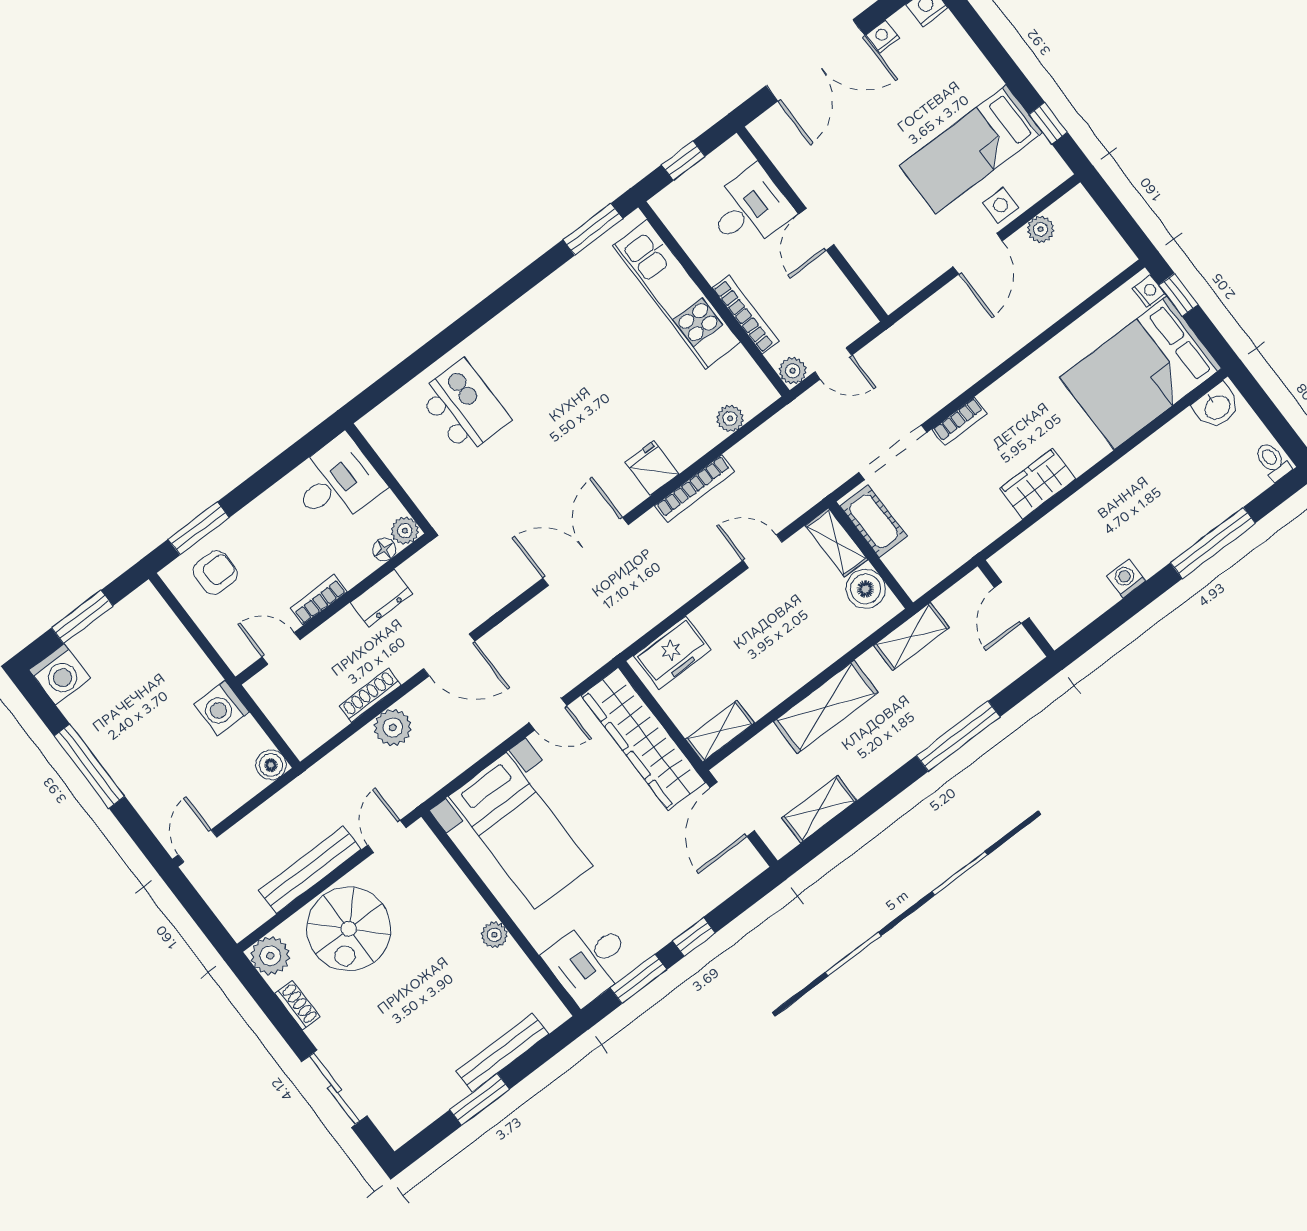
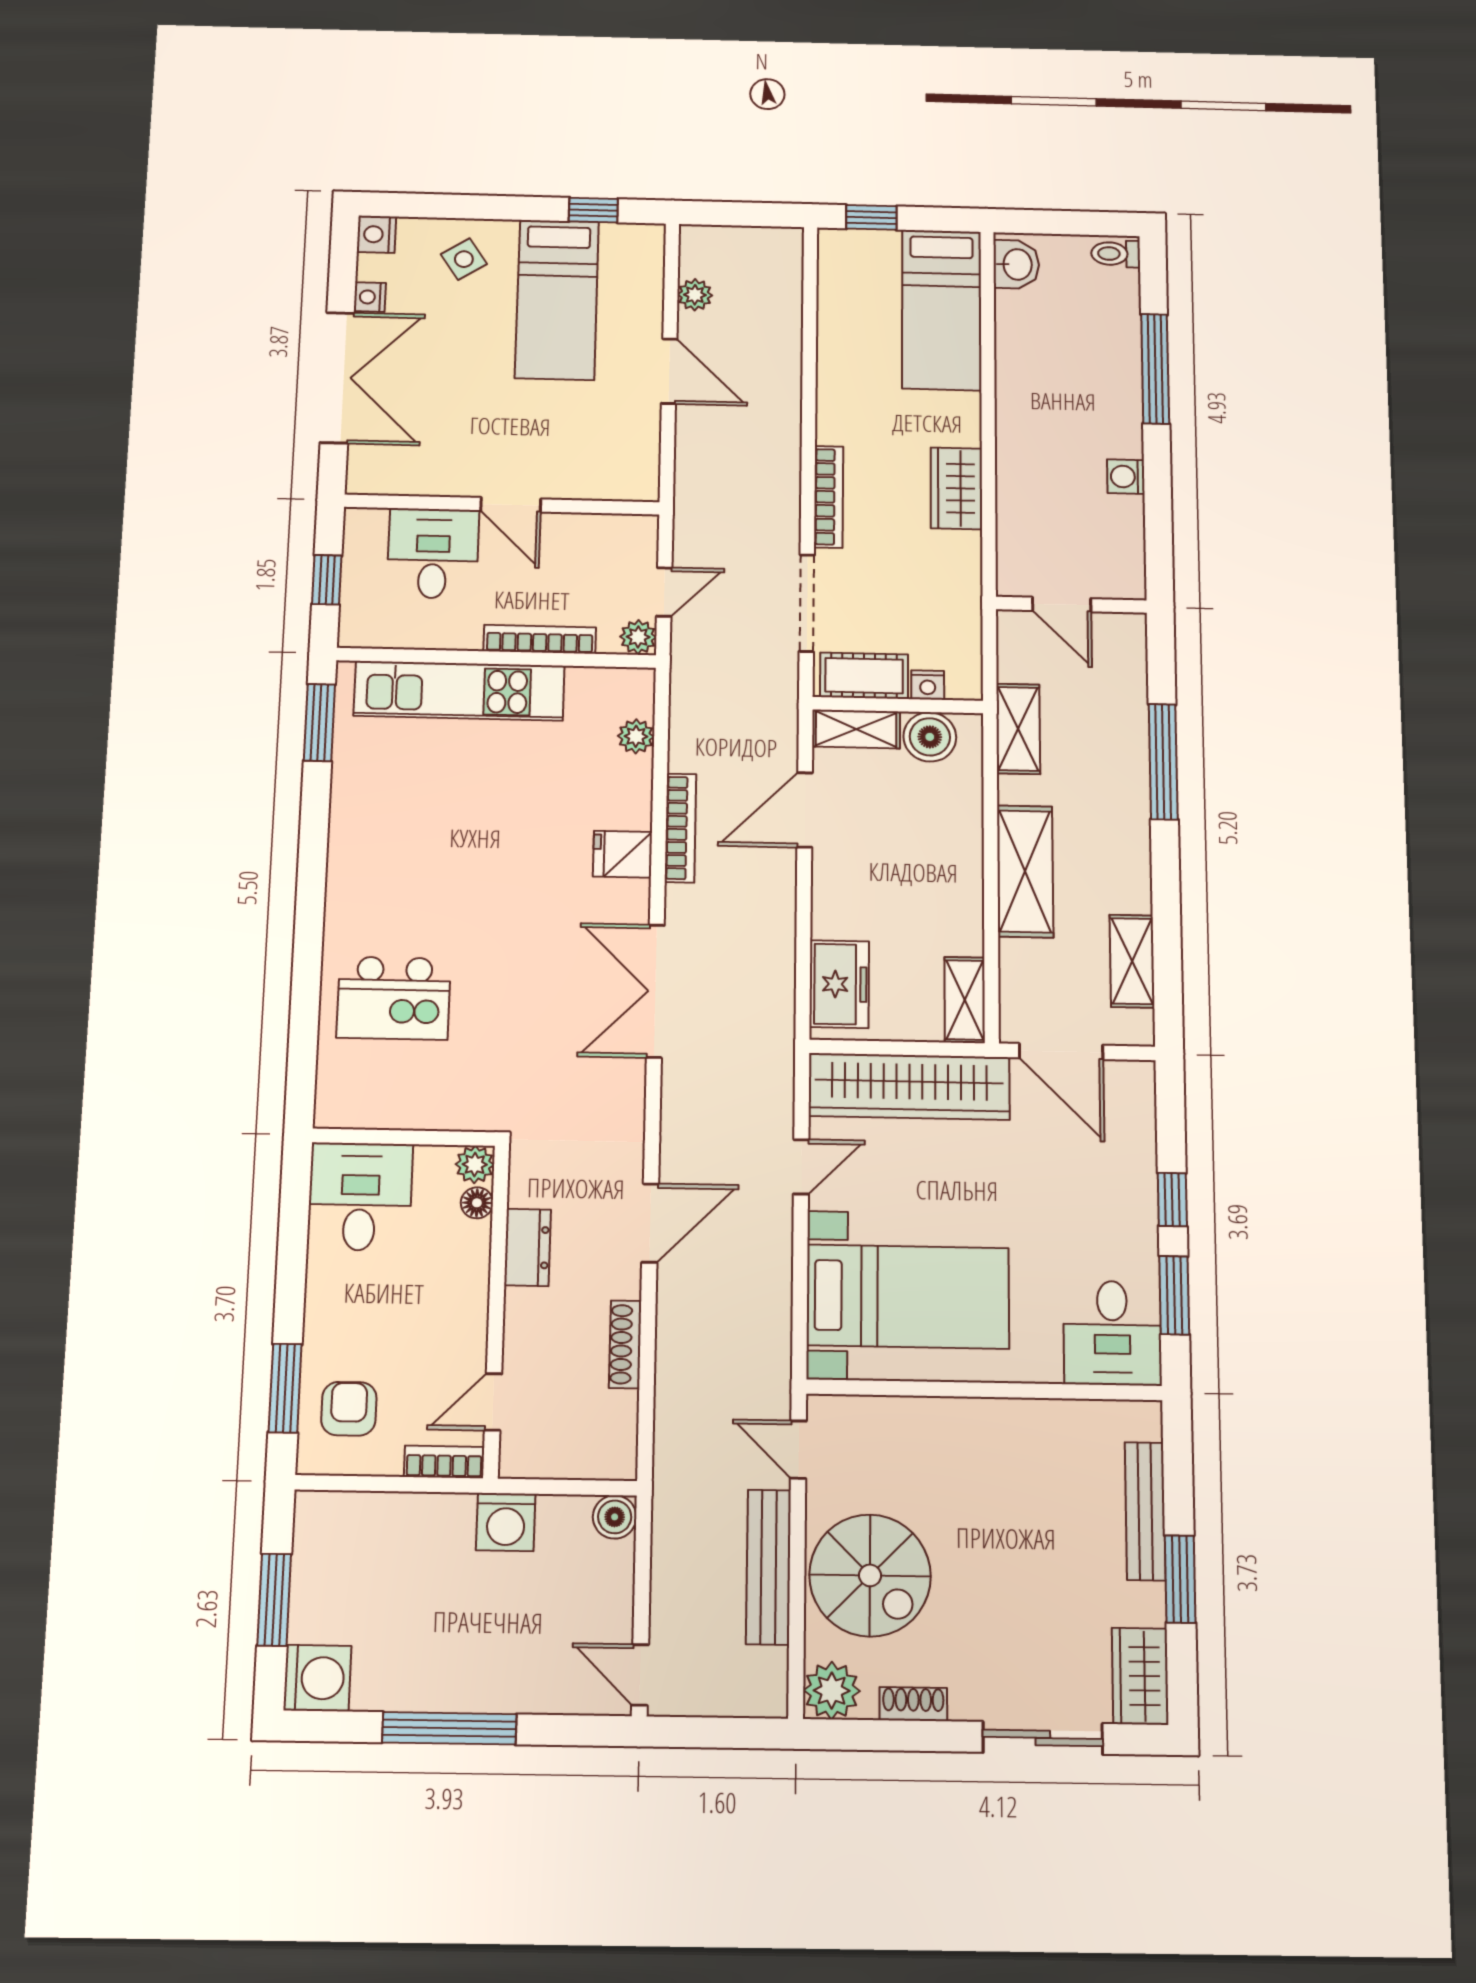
side table: (1001, 205) -> (464, 259), moved, turned -33
nightstand: (1149, 291) -> (928, 685), moved, turned 180
bed: (1141, 373) -> (942, 310), width x0.67
kitchen island: (464, 407) -> (394, 998), turned 180
bookcase: (960, 421) -> (829, 497), width x1.56
door: (762, 551) -> (805, 810), width x1.38
bookcase: (319, 600) -> (444, 1462), moved, turned 90
plant: (393, 727) -> (681, 1347), removed
plant: (494, 935) -> (1003, 1416), removed
wardrobe: (409, 1117) -> (1140, 1676), added

